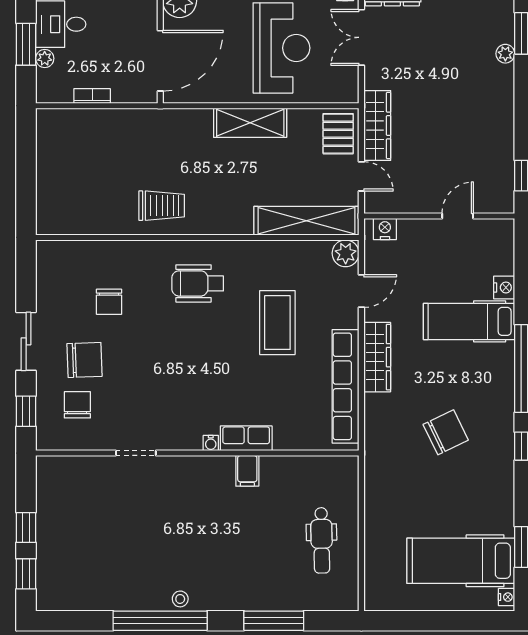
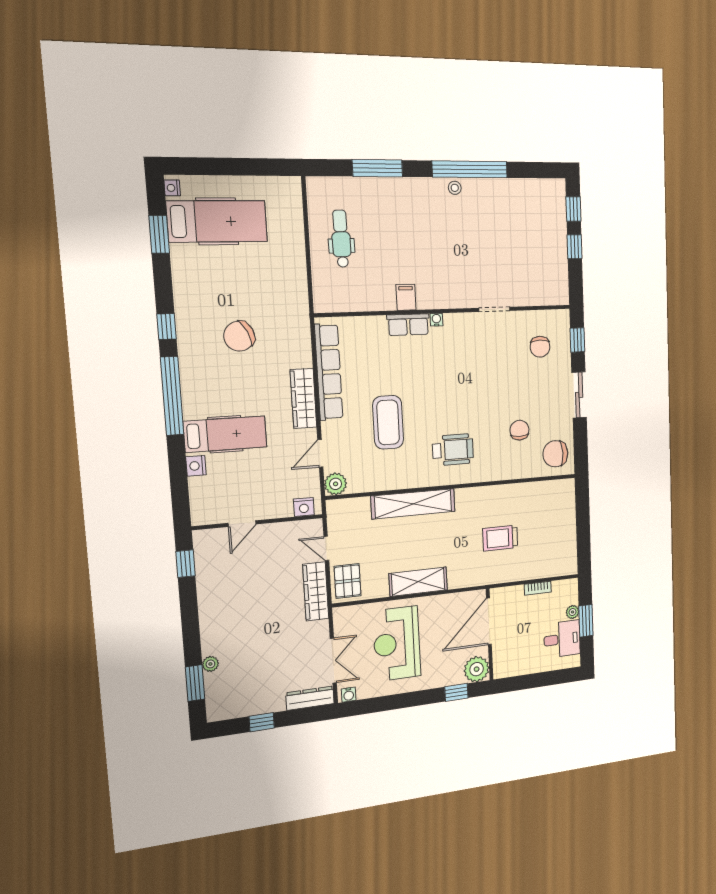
trolley: (162, 206) -> (500, 538), moved
shelving: (306, 221) -> (413, 504), moved
chair: (85, 360) -> (555, 454), moved

